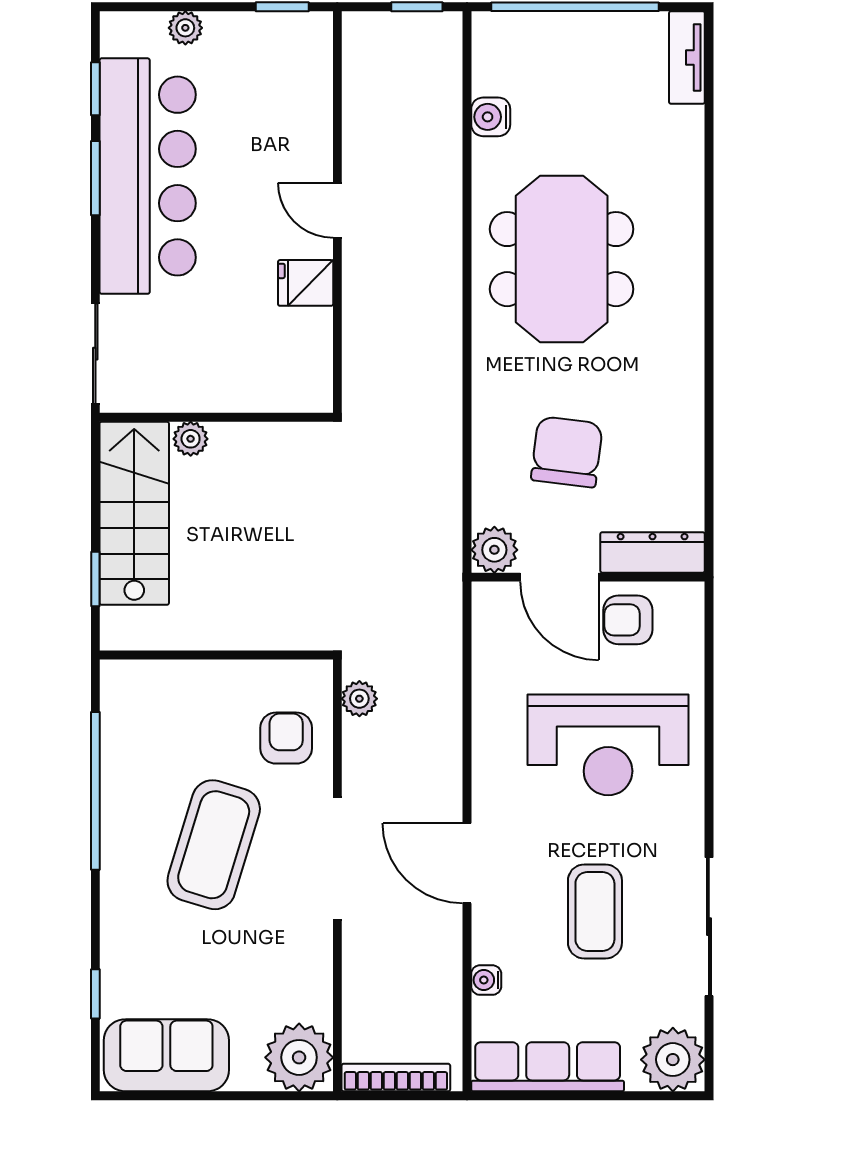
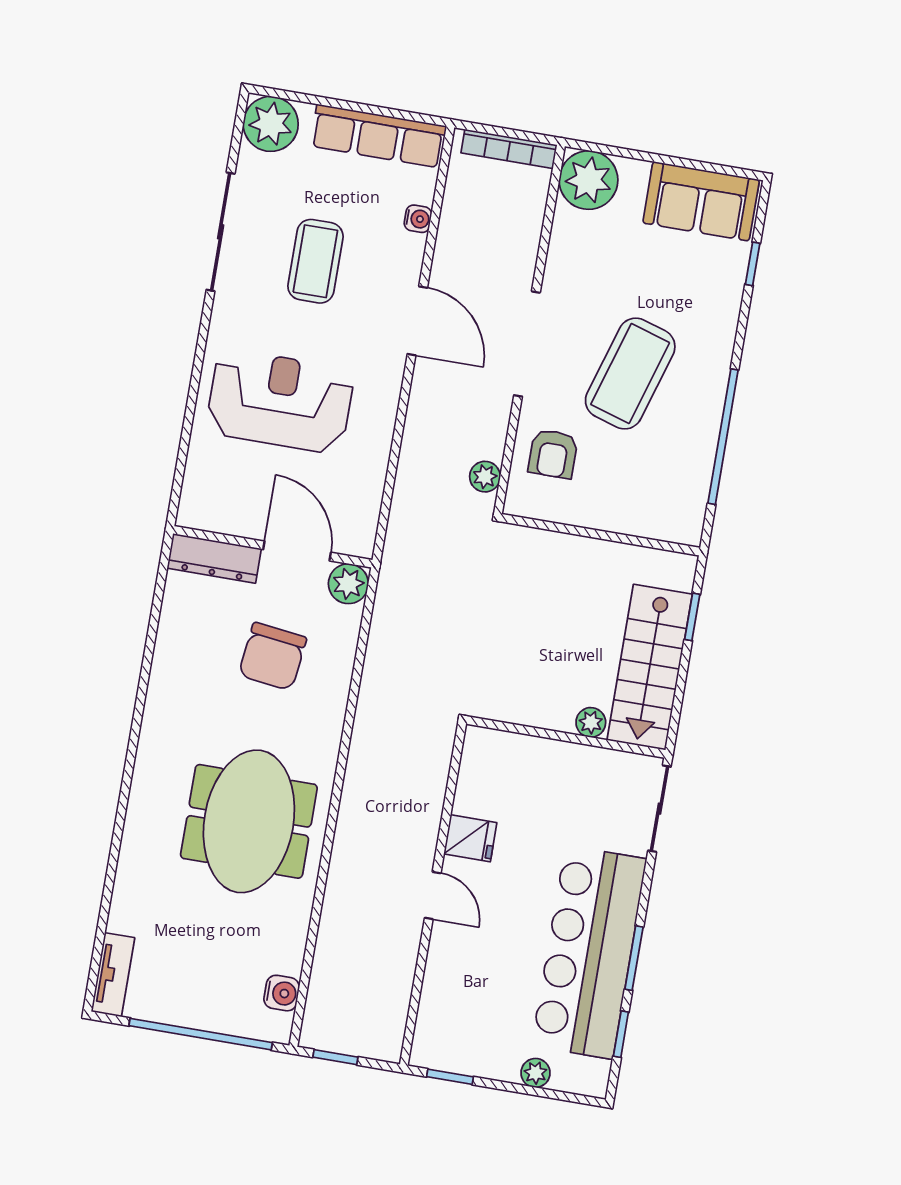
water cooler: (491, 117) -> (282, 993), moved
armchair: (628, 620) -> (245, 505), removed

